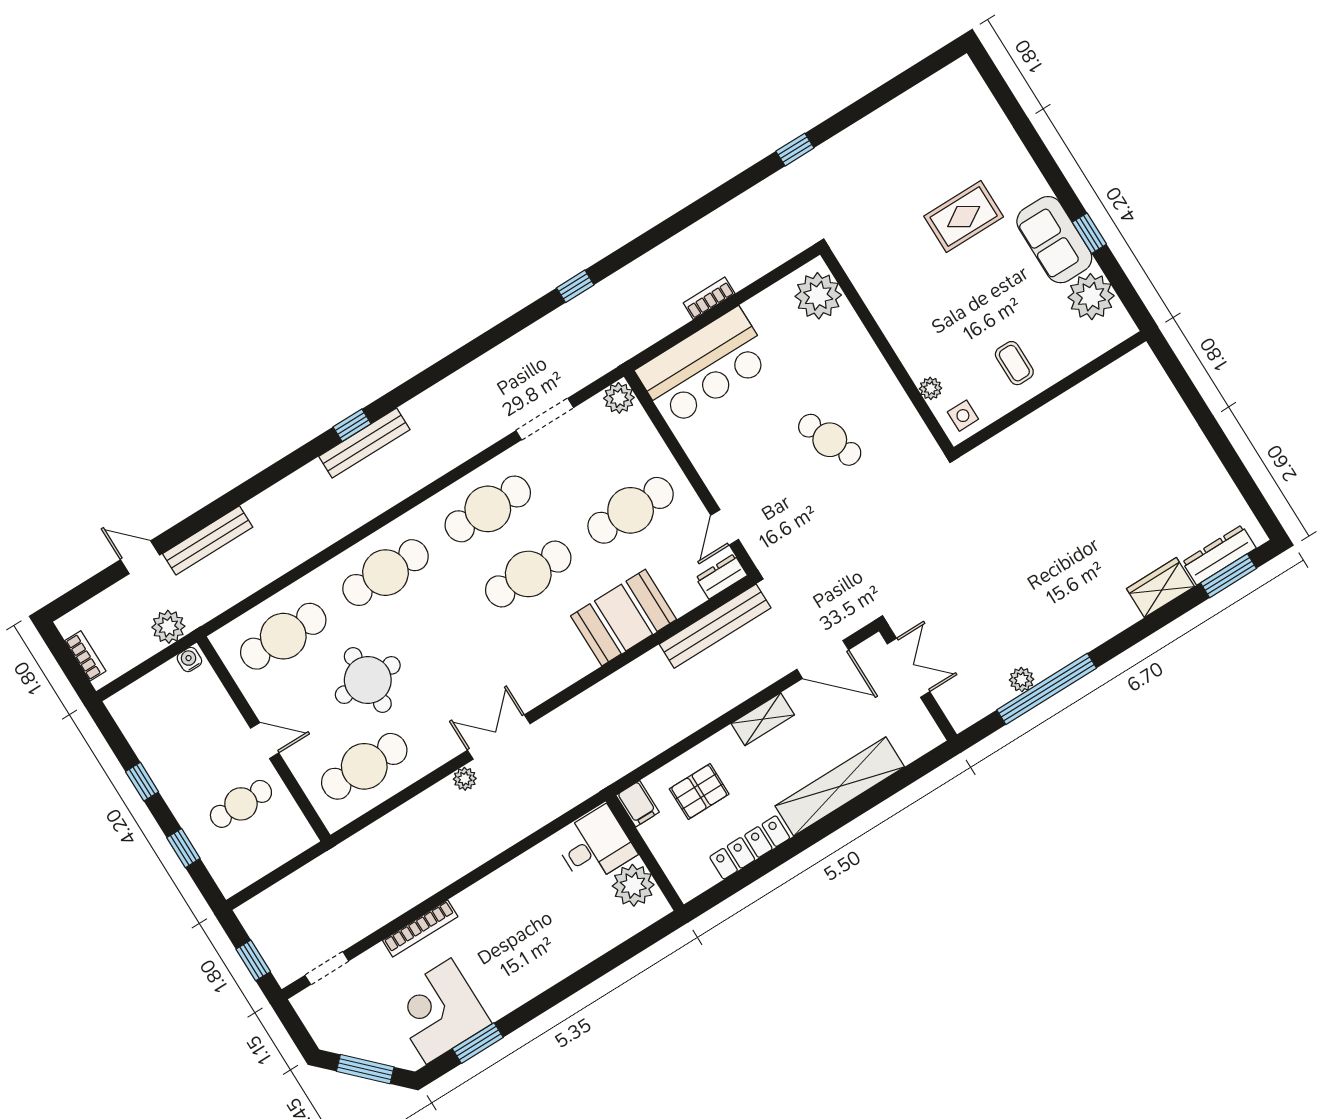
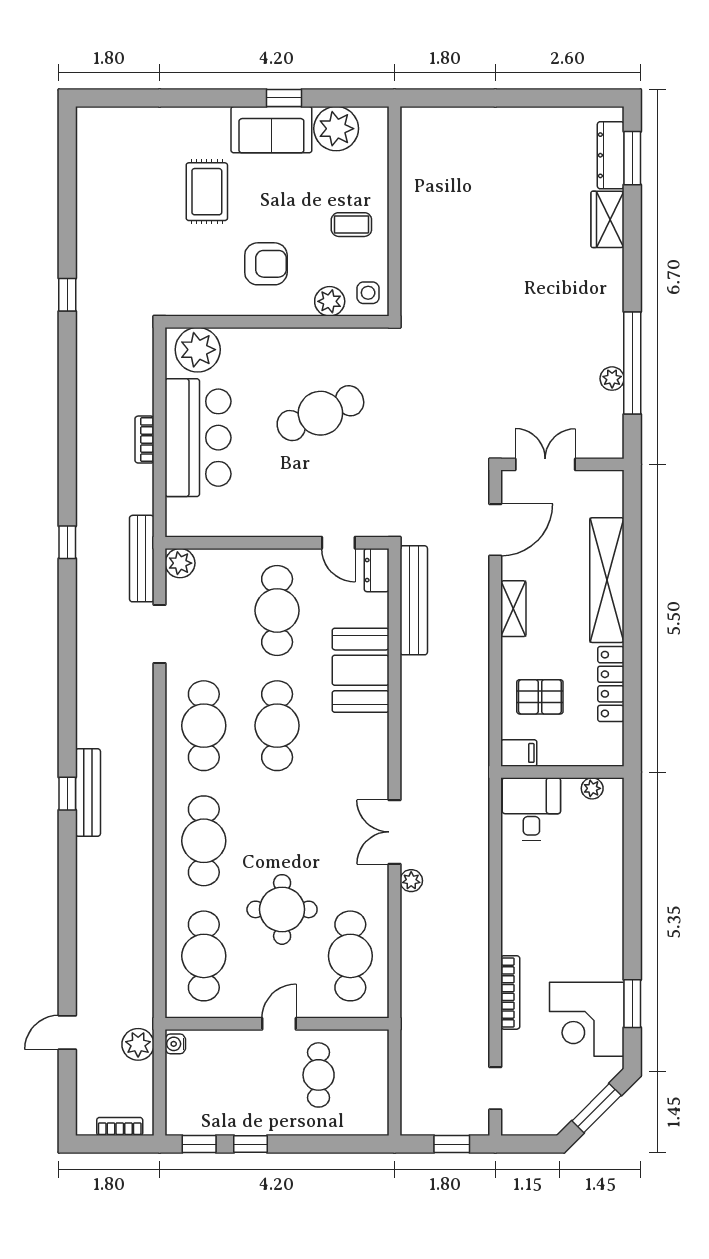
armchair: (932, 309) -> (266, 264), added
bar counter: (704, 367) -> (198, 438), moved
plant: (931, 388) -> (330, 301), width x1.38, depth x1.38
cafe table: (830, 440) -> (320, 413), width x1.37, depth x1.35
bench: (208, 540) -> (142, 559), moved
pallet: (699, 791) -> (540, 697), turned 90
window: (183, 848) -> (199, 1144), moved
plant: (633, 885) -> (592, 788), width x0.53, depth x0.53

